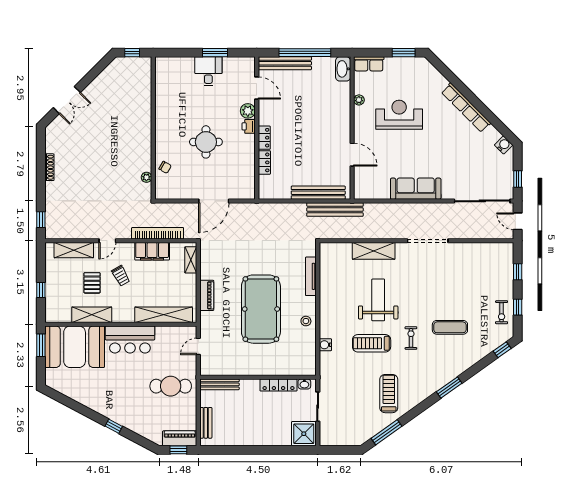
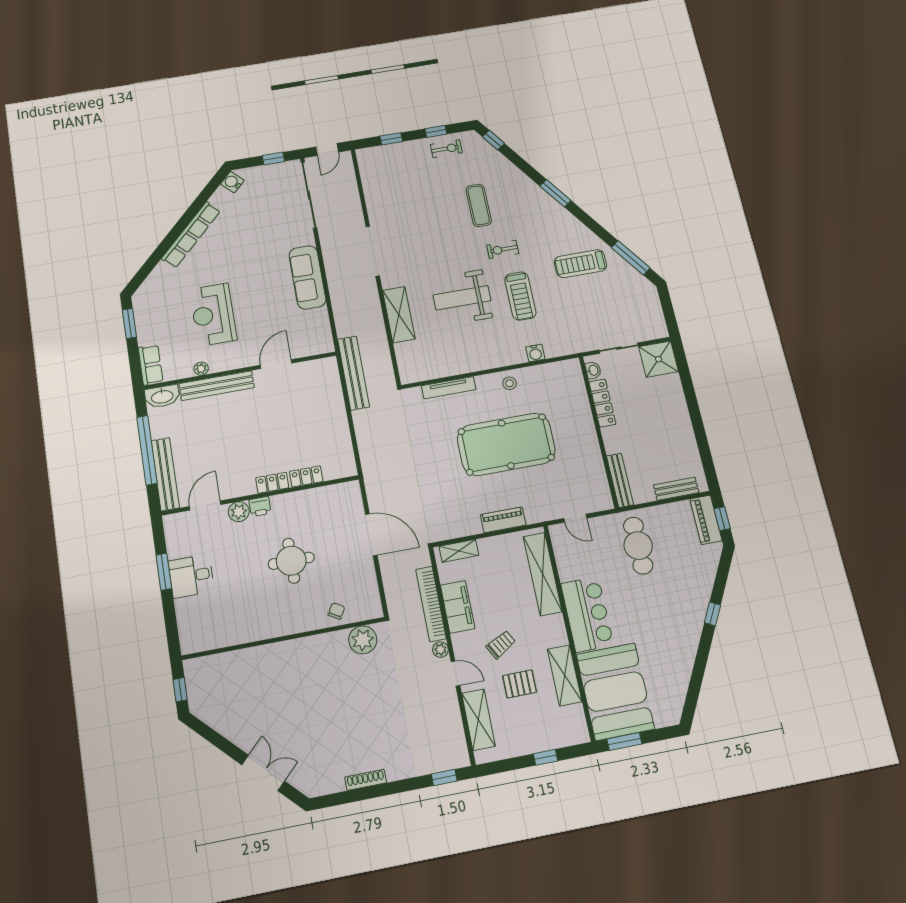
plant: (146, 177) -> (363, 640), width x1.88, depth x1.88
bench: (318, 193) -> (217, 386), moved, turned 90
plant: (125, 234) -> (440, 650), added

